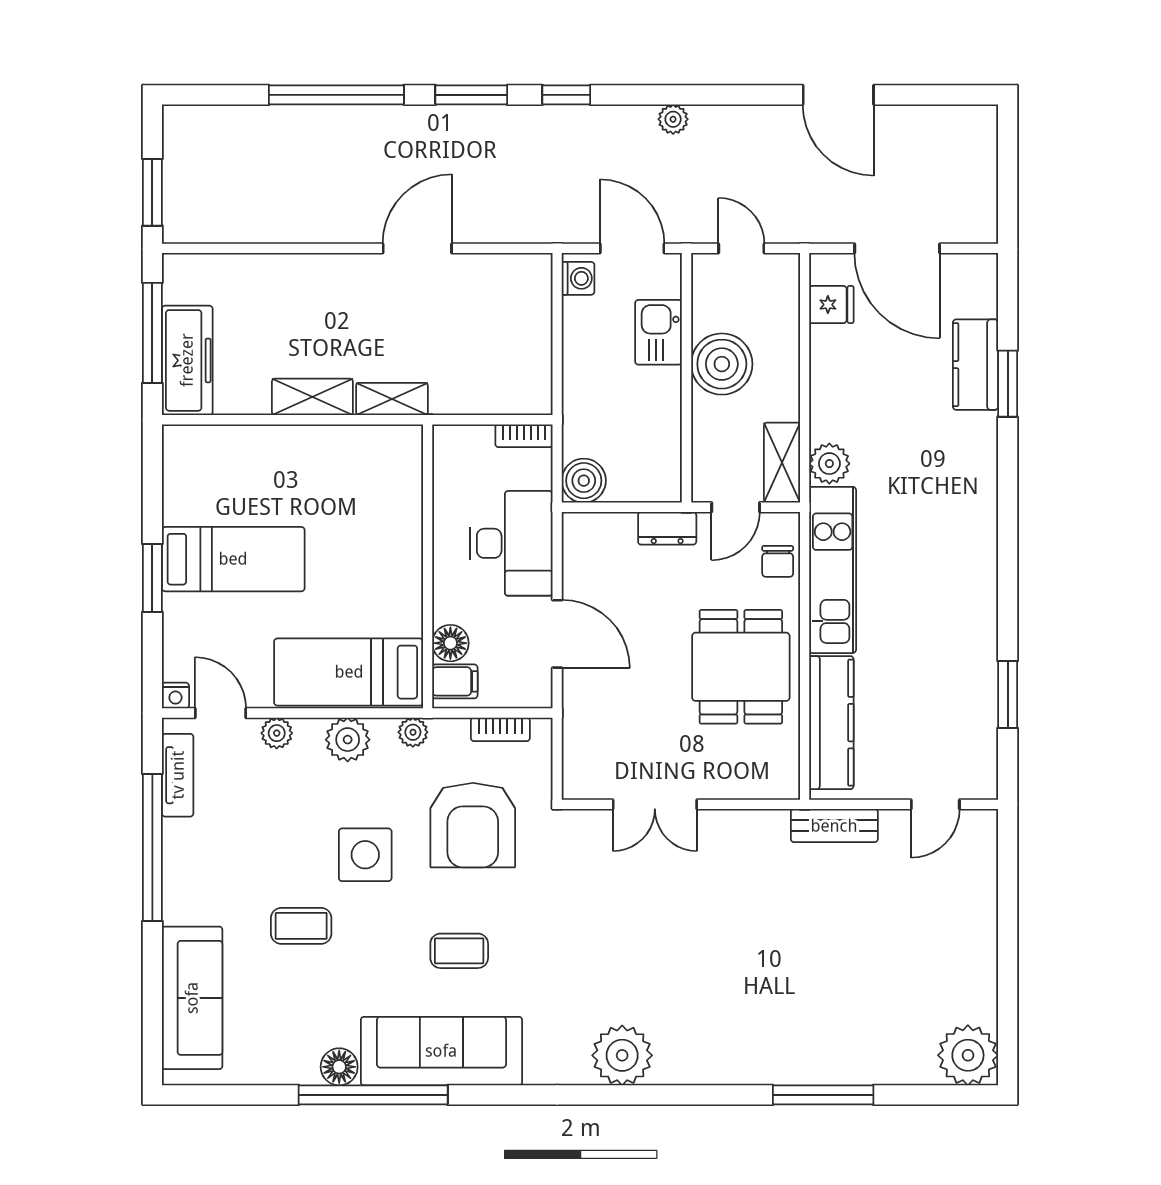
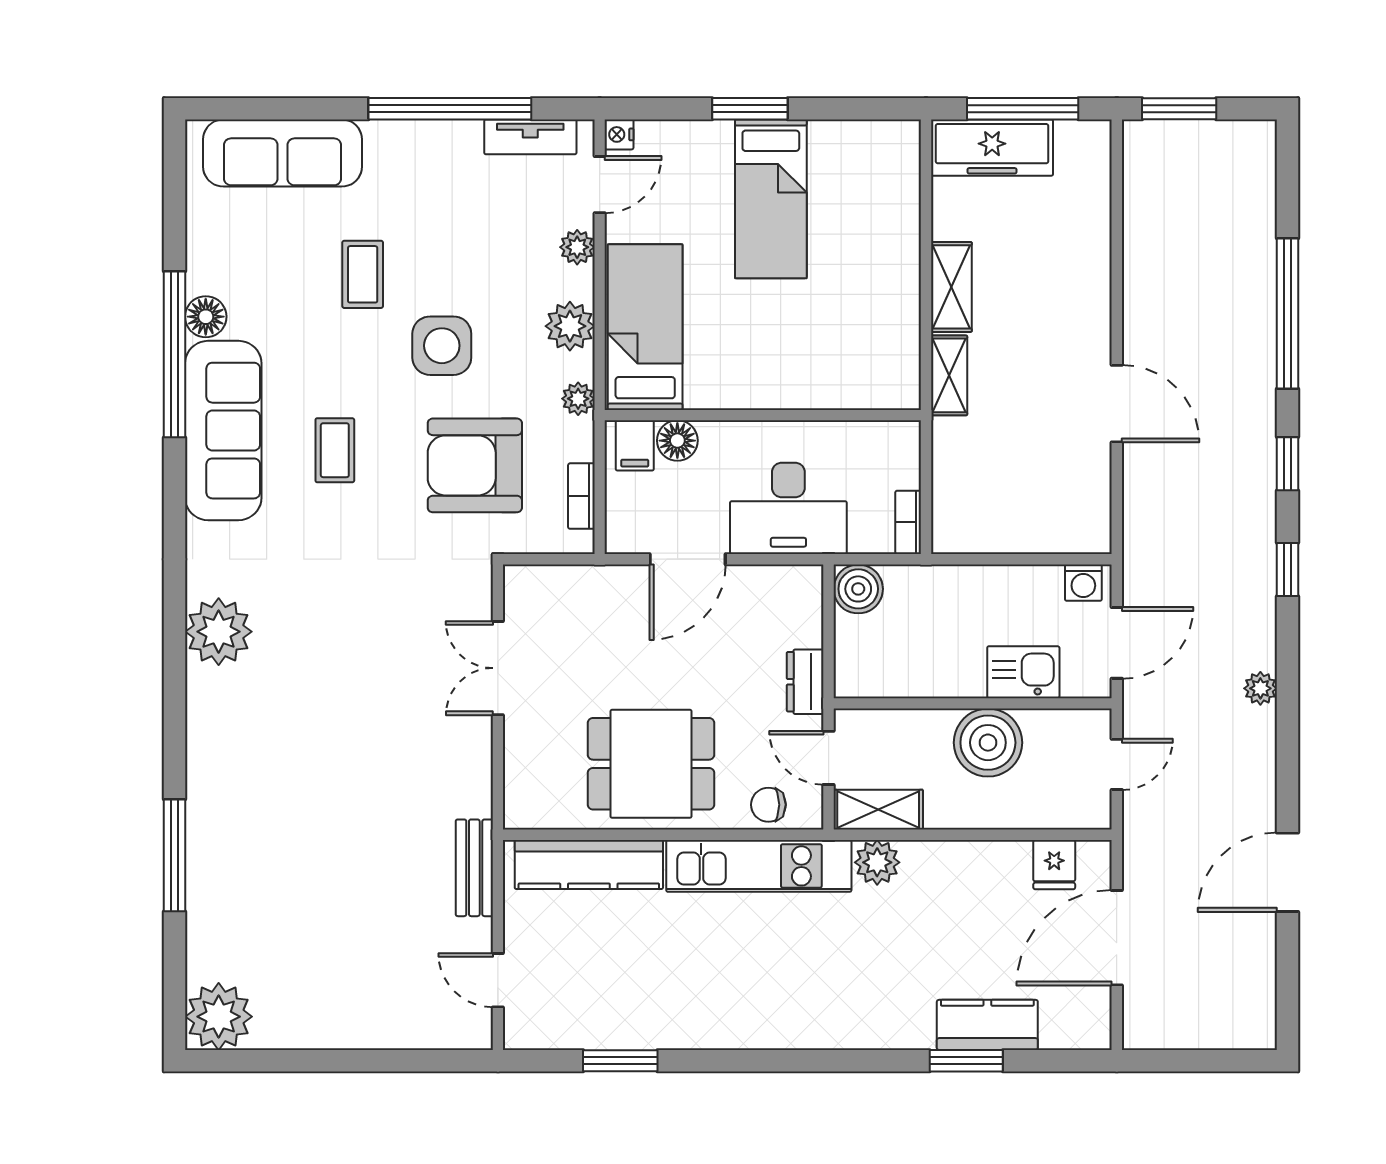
window: (471, 95) -> (1288, 464), width x0.67

